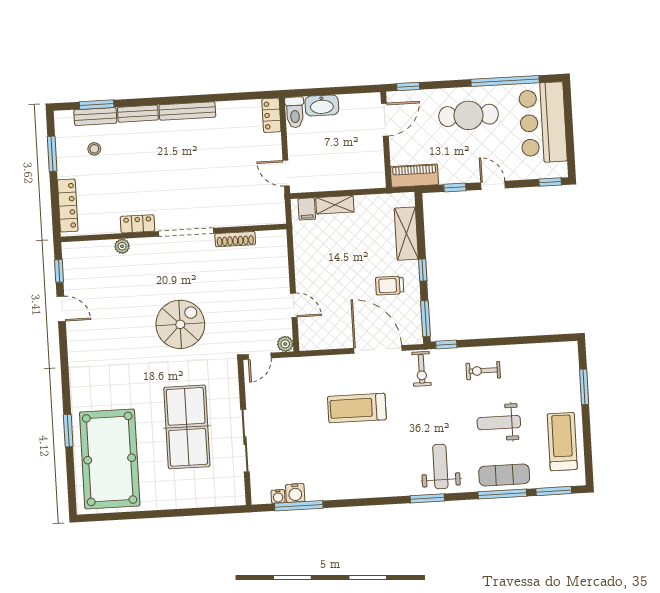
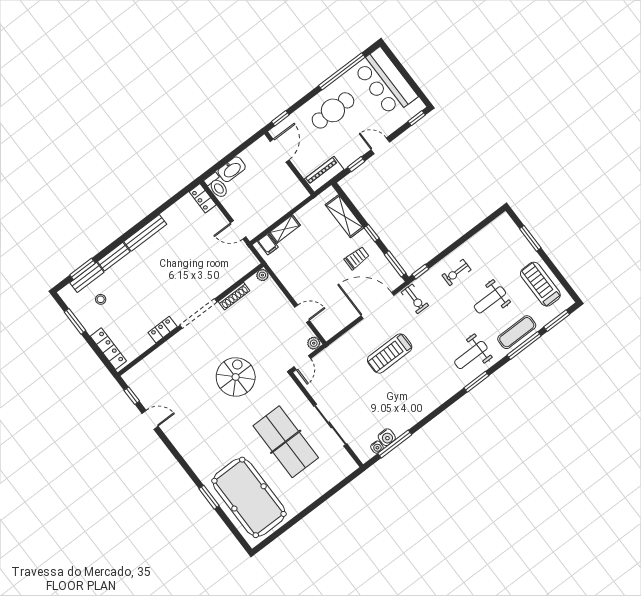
plant: (122, 246) -> (262, 275), moved
trolley: (390, 286) -> (357, 258), turned 180
weight bench: (440, 467) -> (471, 355), turned -90

